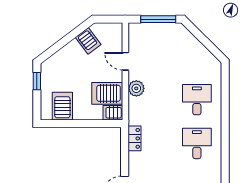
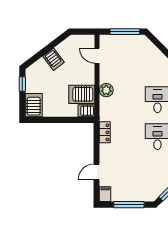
server rack: (88, 41) -> (54, 59), moved
door: (125, 61) -> (97, 56), moved
server rack: (62, 106) -> (34, 105), moved

